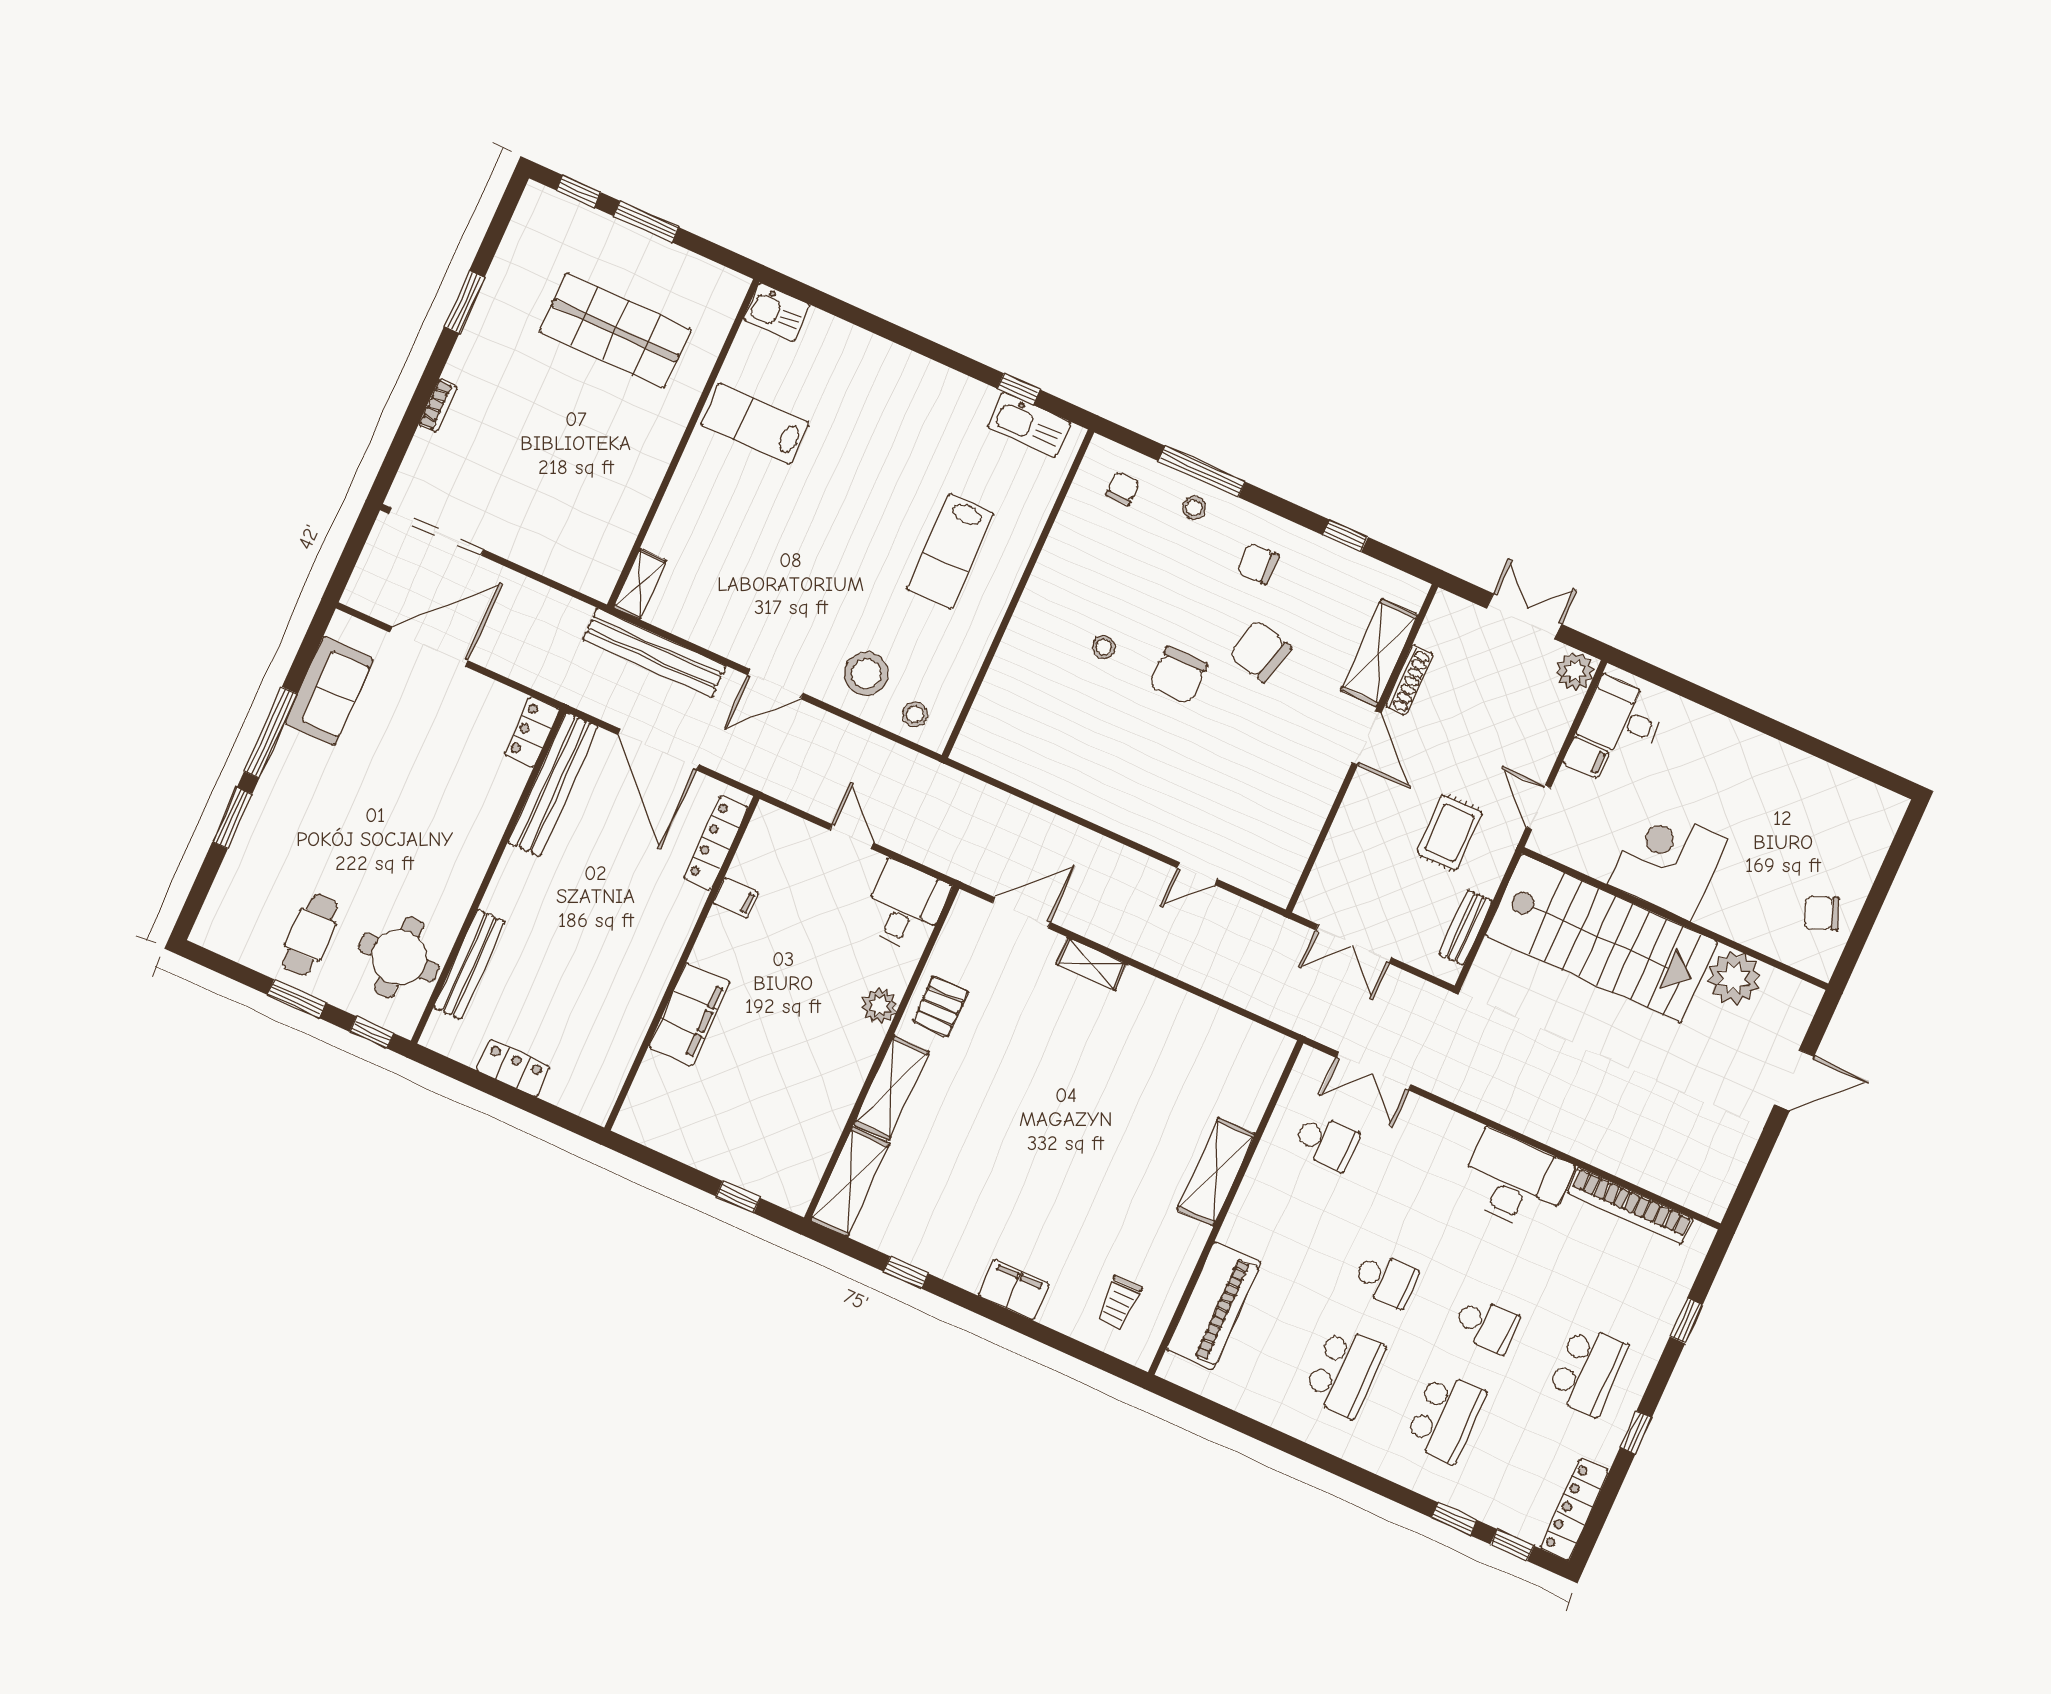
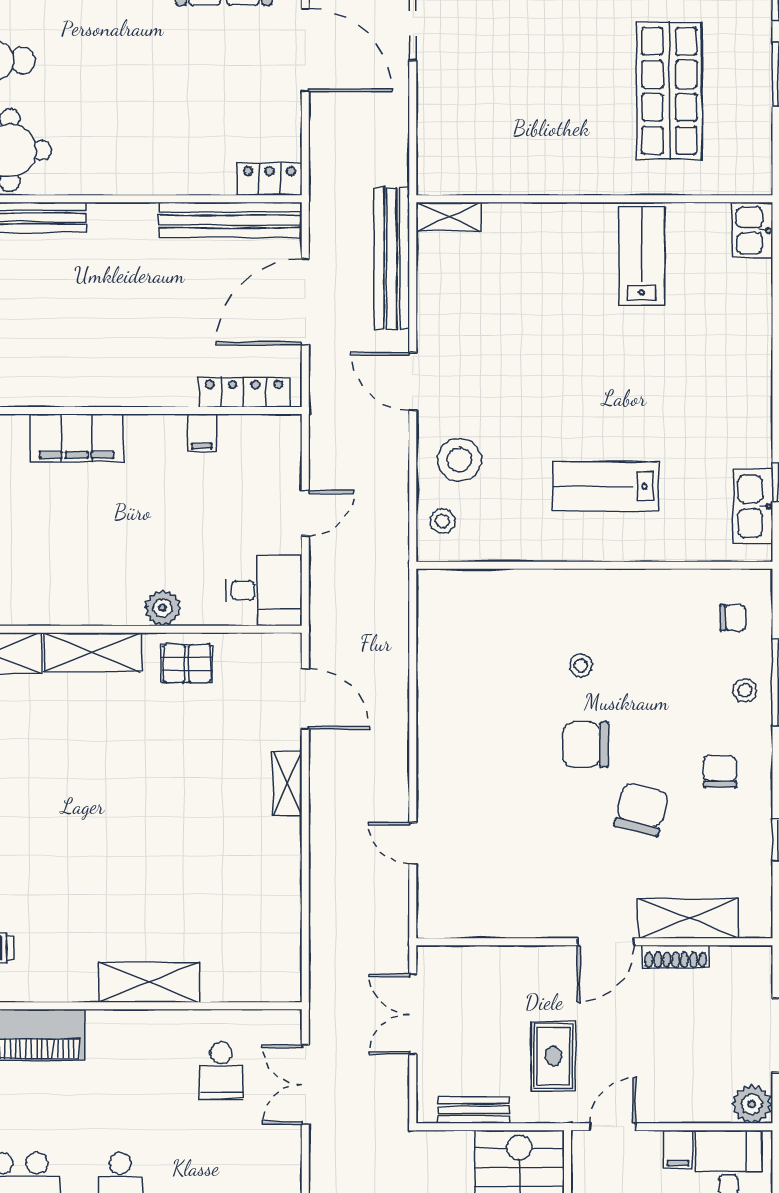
rug: (1449, 833) -> (553, 1056), turned 90

